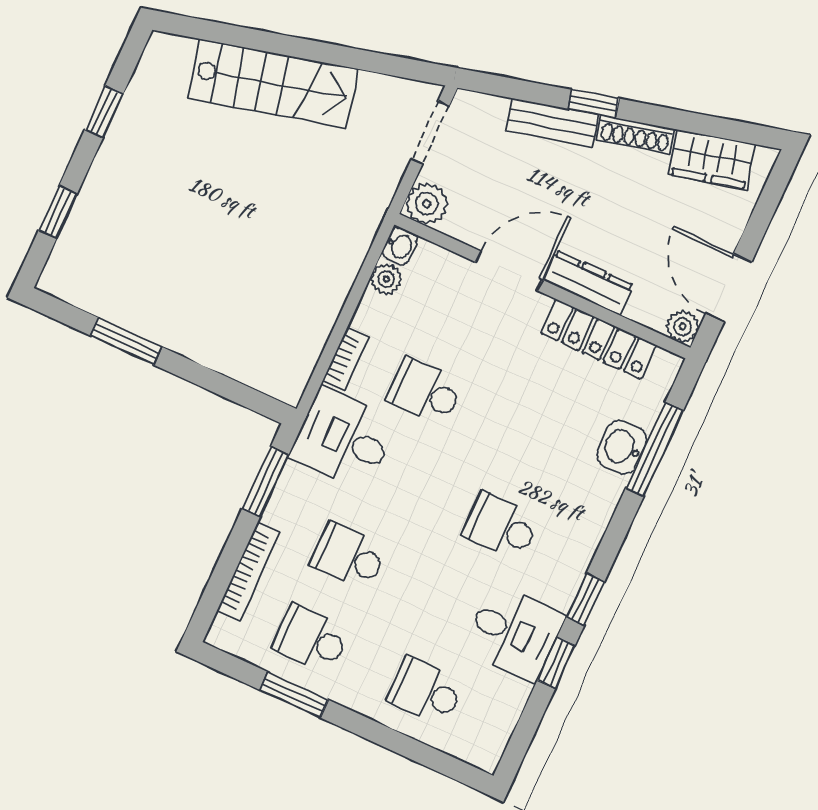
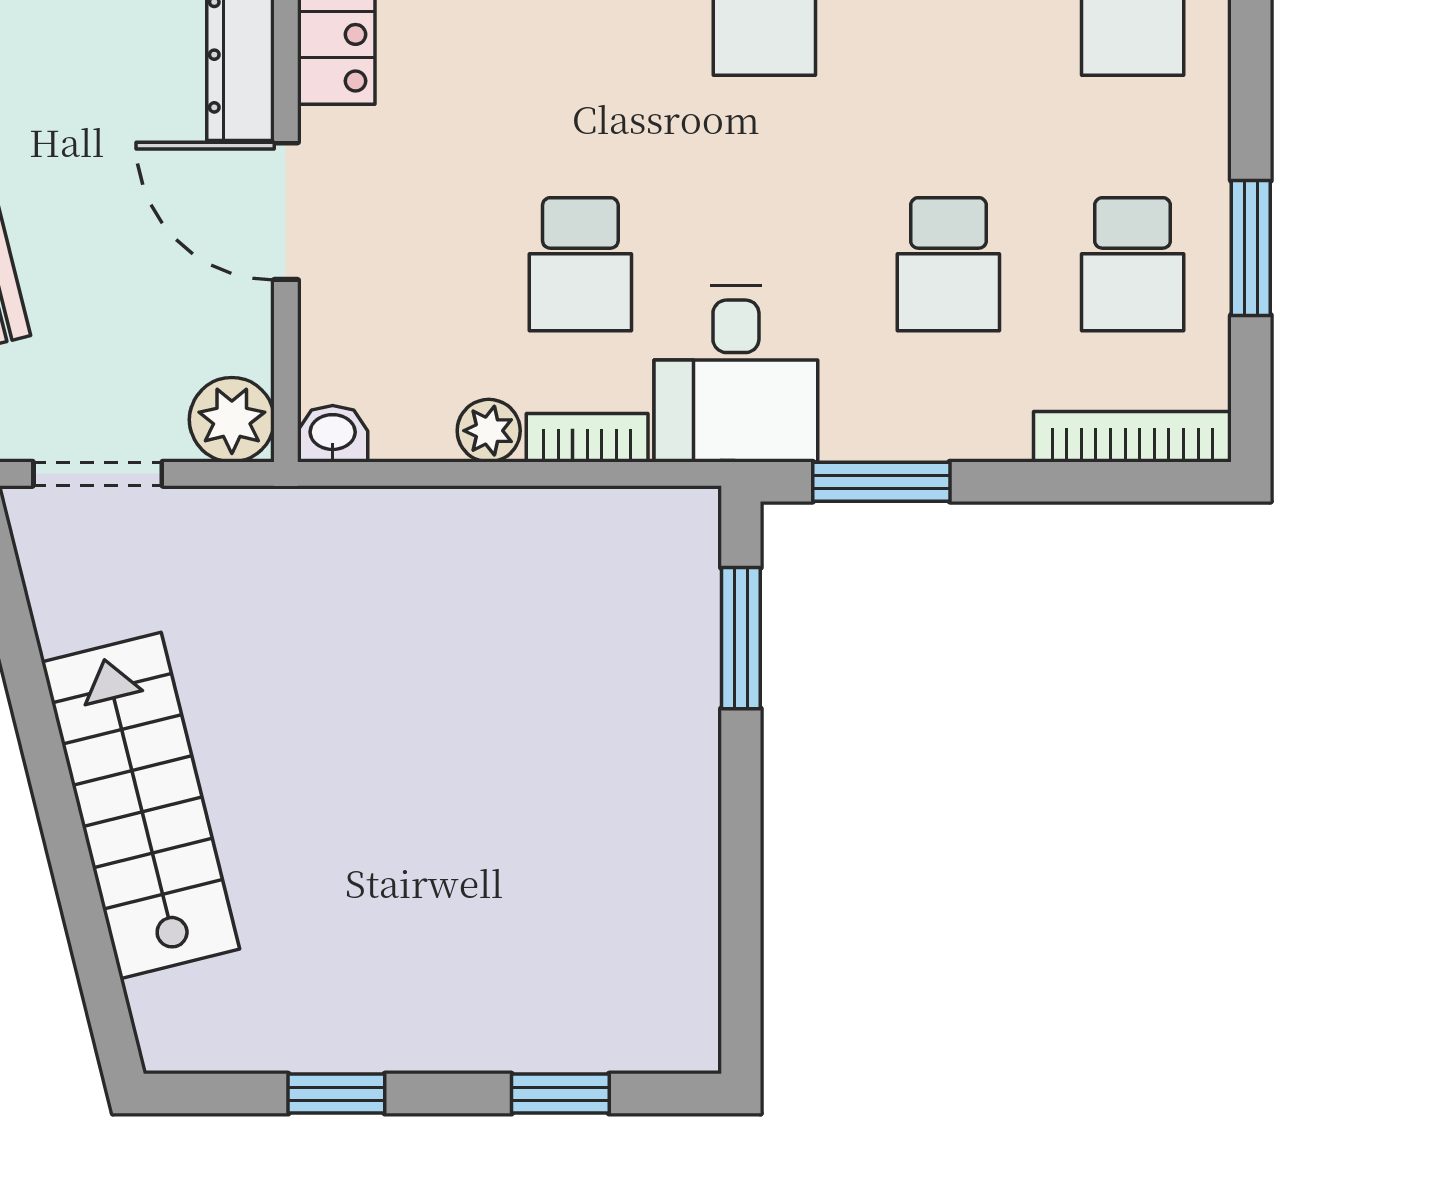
plant: (386, 279) -> (489, 431), moved
window: (126, 341) -> (741, 638), moved
bookcase: (249, 571) -> (1132, 437), moved

